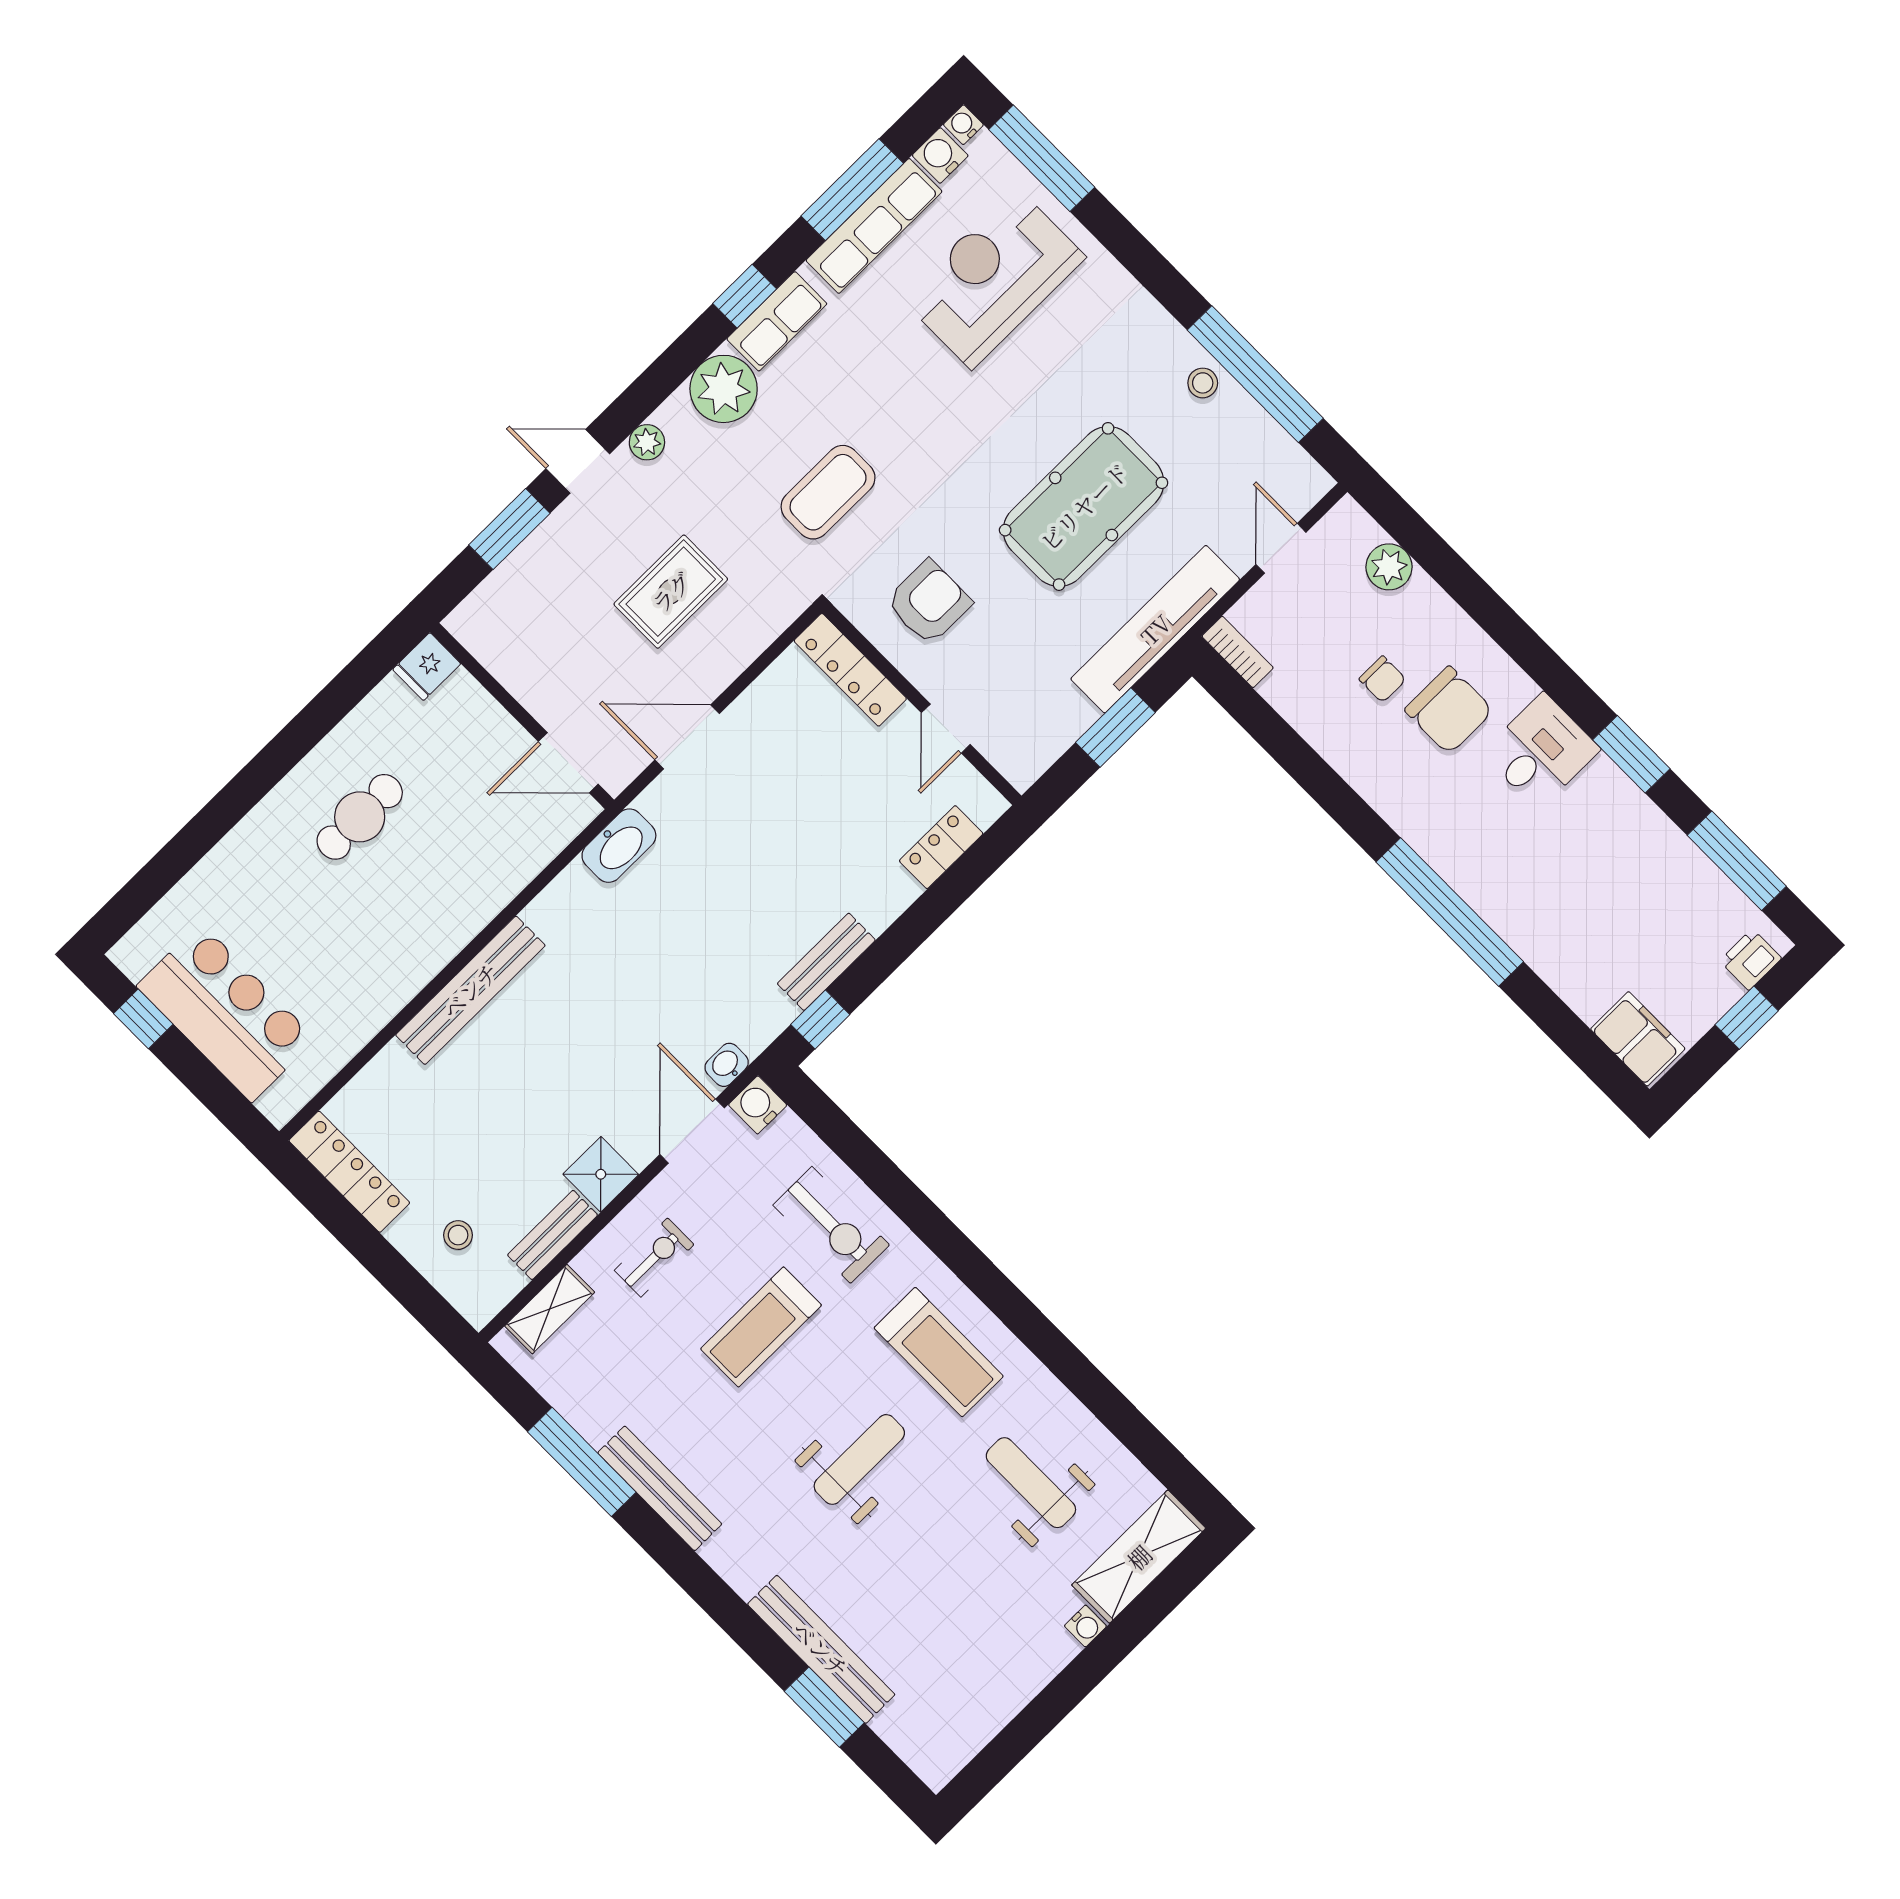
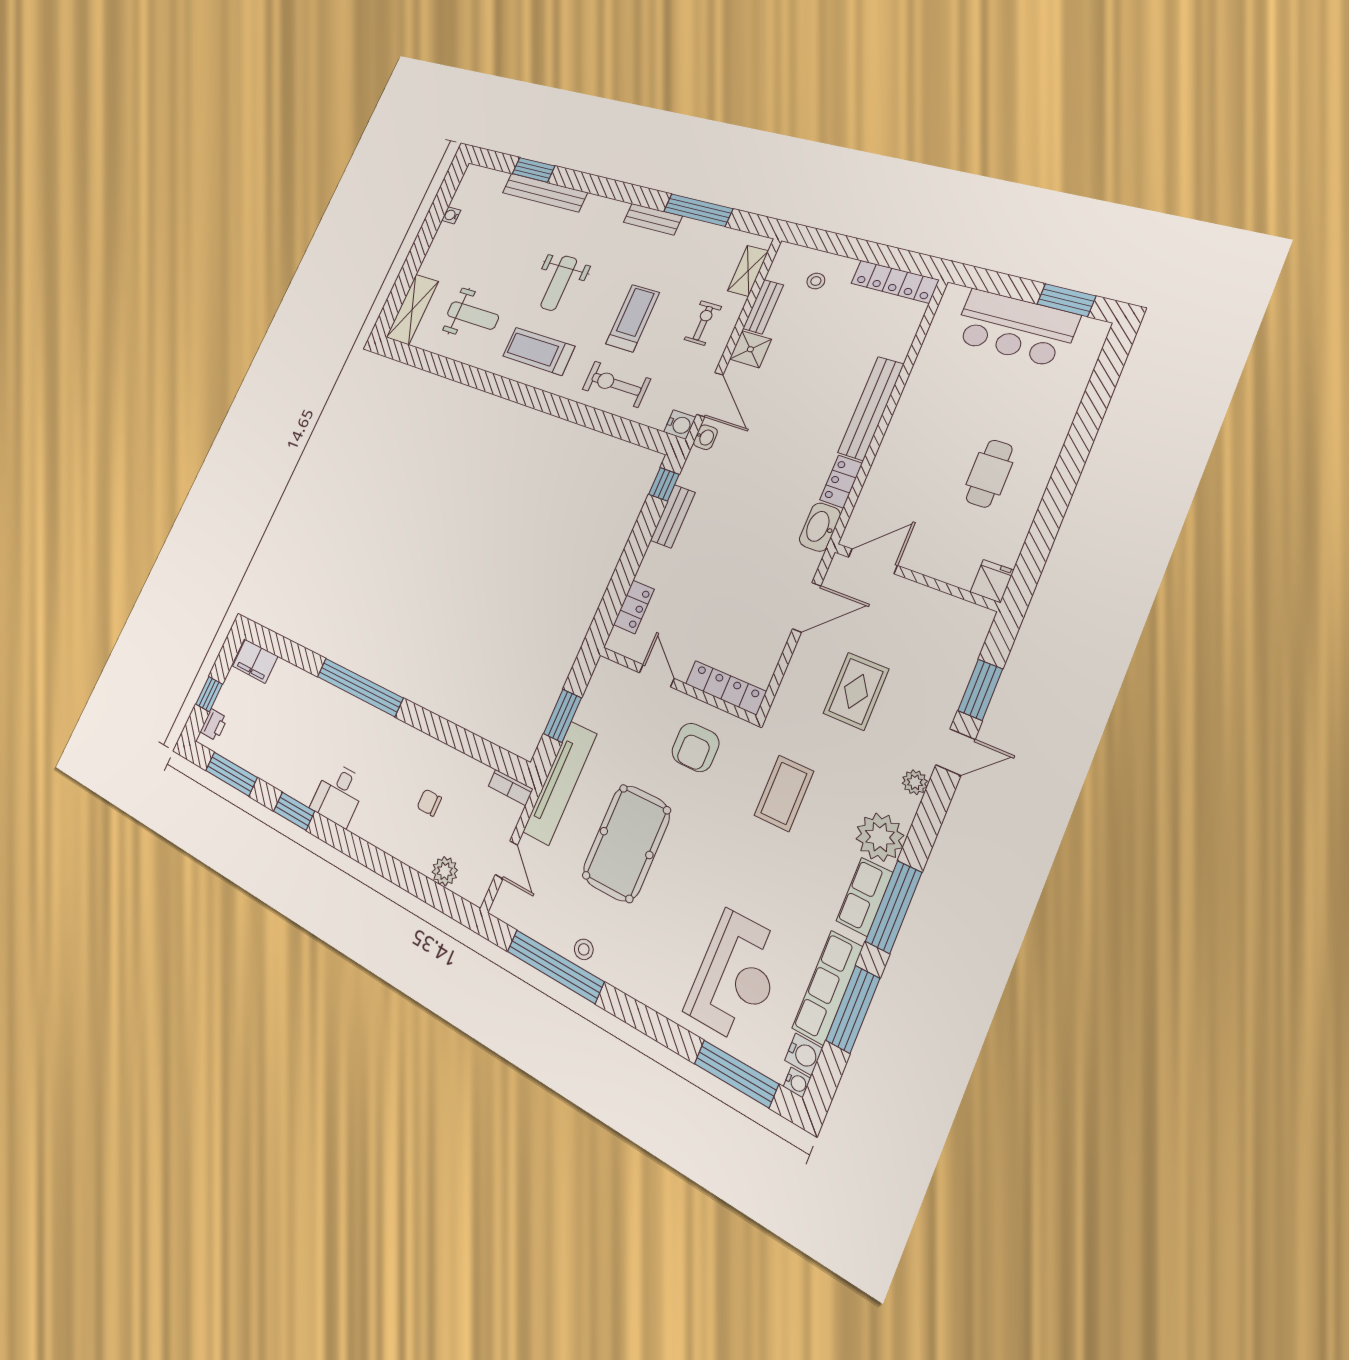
window: (745, 296) -> (894, 907), width x2.17
chair: (1449, 710) -> (390, 799), removed
locker: (560, 900) -> (841, 482), added
window: (143, 1019) -> (1066, 300), width x1.50
exercise bike: (654, 1257) -> (703, 323), turned 180
bench: (660, 1488) -> (653, 219), width x0.73
water cooler: (1085, 1626) -> (451, 215), moved

